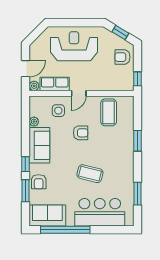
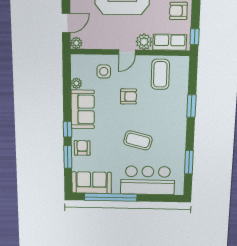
row of seats: (55, 84) -> (170, 42), moved
plant: (93, 84) -> (144, 42), added
armchair: (39, 182) -> (82, 148), turned 180

